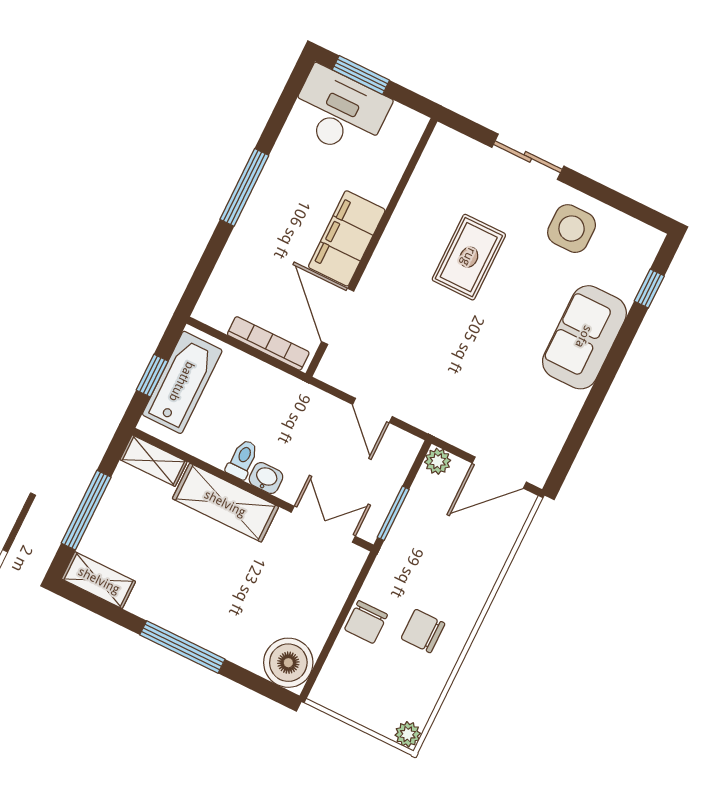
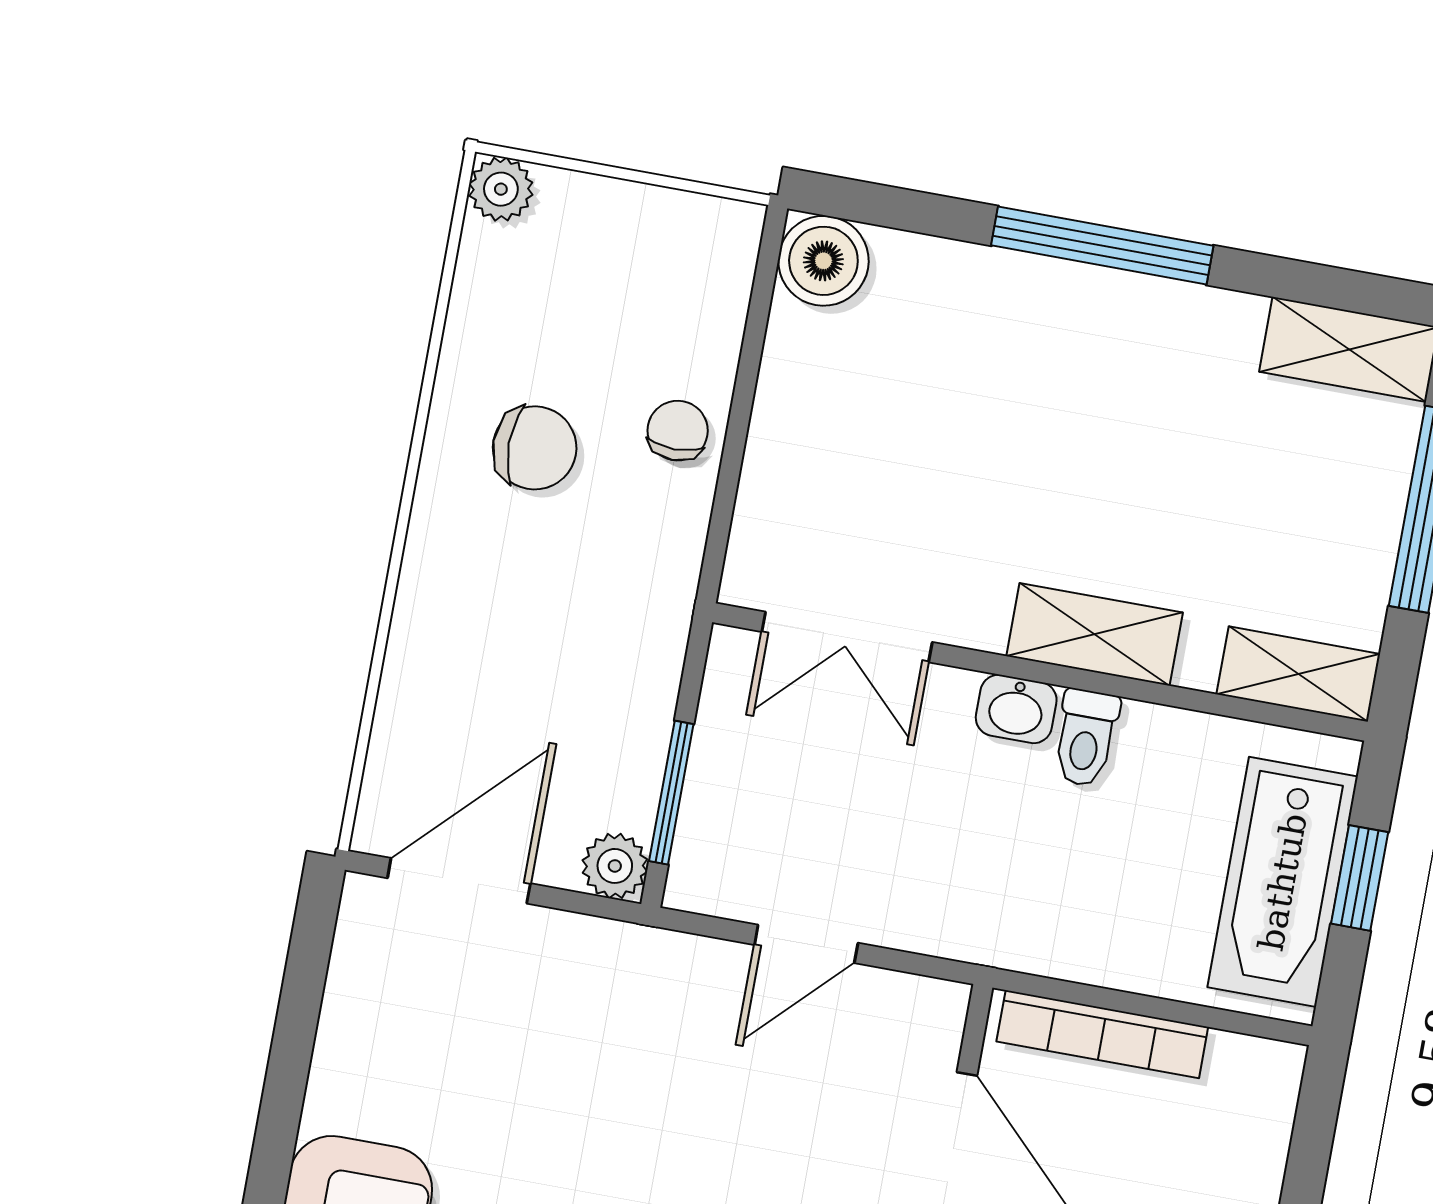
door: (372, 410) -> (806, 944), swing flipped
shelving: (225, 503) -> (1095, 634), width x0.67, depth x0.75
window: (393, 513) -> (671, 793), moved
chair: (366, 622) -> (678, 431), width x0.73, depth x0.73
boiler: (288, 663) -> (823, 261), width x0.73, depth x0.73

